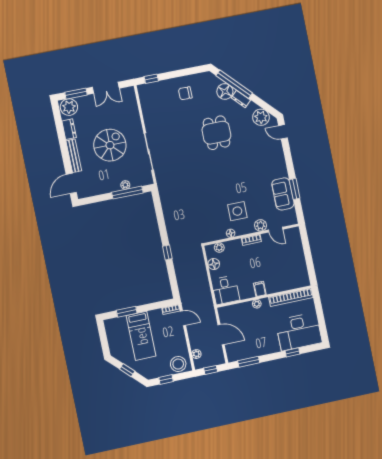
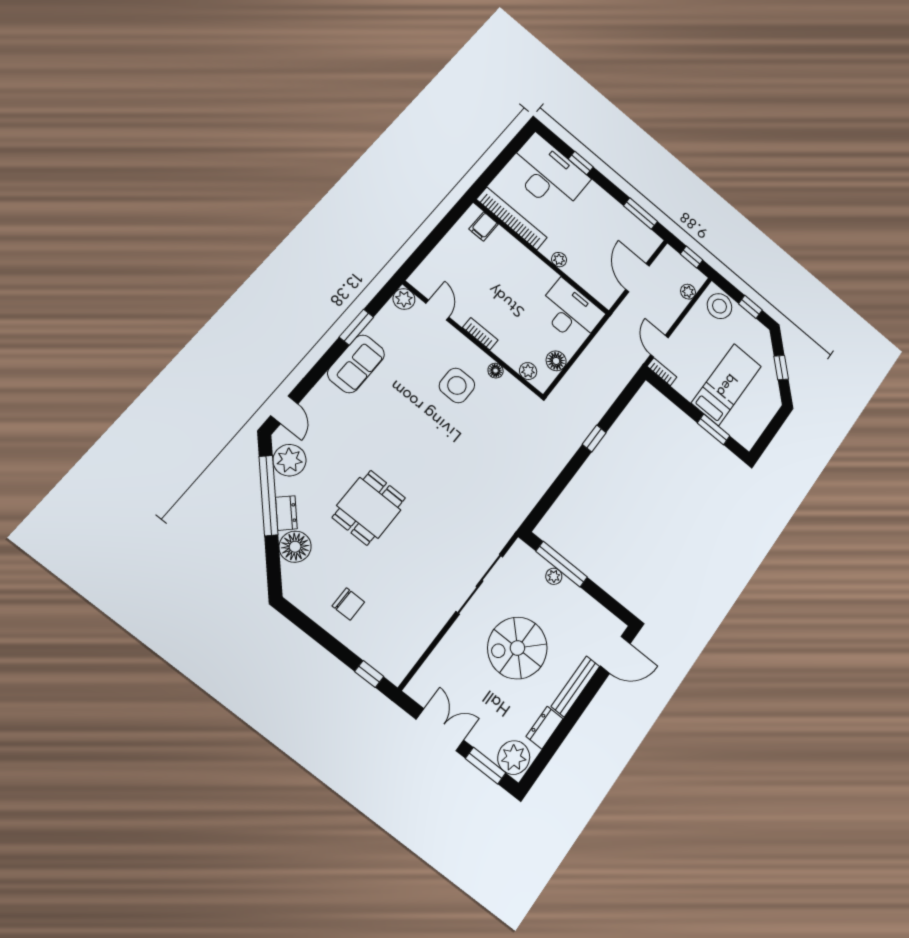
window: (234, 84) -> (269, 495), moved
sofa: (283, 194) -> (356, 364), moved
plant: (261, 225) -> (404, 299), moved
filing cabinet: (260, 289) -> (484, 226), moved
desk: (226, 290) -> (570, 312), width x1.37

